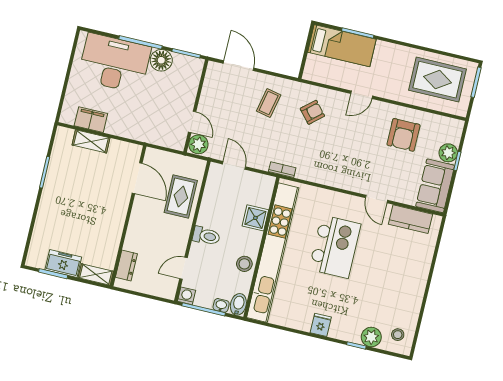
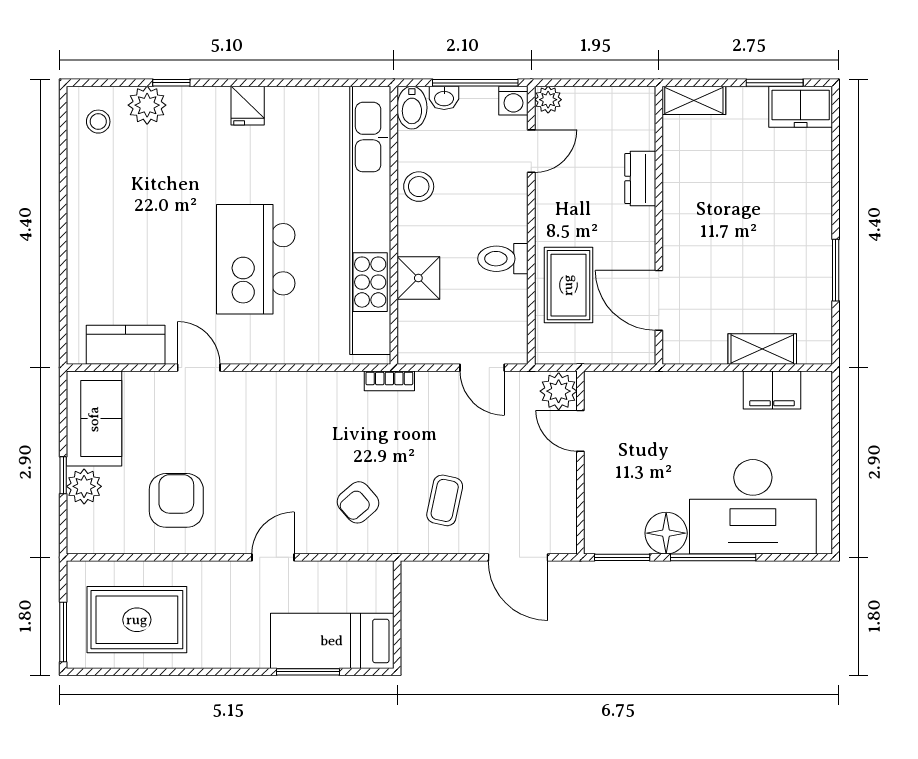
toilet: (206, 236) -> (503, 259), moved
freezer: (63, 263) -> (801, 107), moved
dresser: (126, 265) -> (640, 179), moved
plant: (169, 292) -> (548, 100), added

